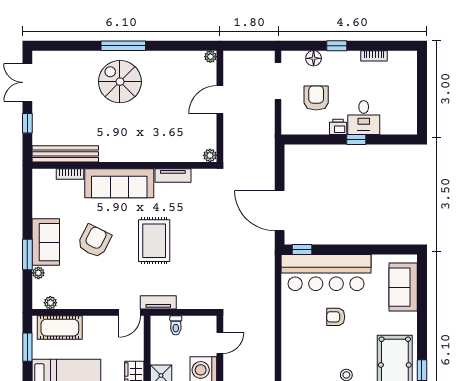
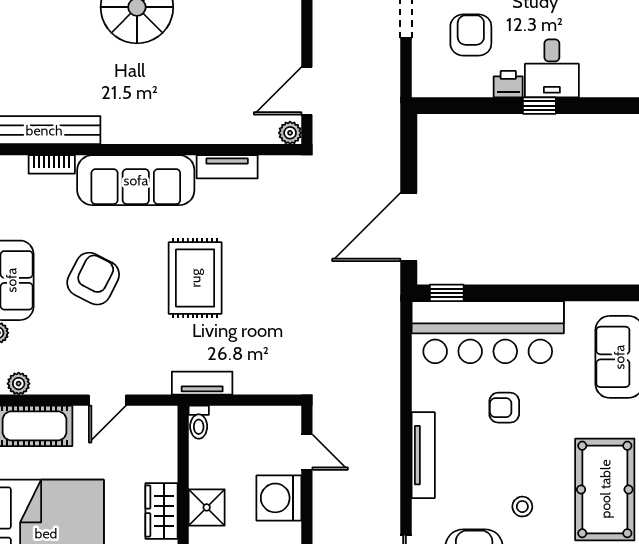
door: (220, 100) -> (307, 91), moved
door: (280, 211) -> (409, 227), hinge flipped
door: (130, 312) -> (107, 400), moved
toilet: (176, 325) -> (199, 422), moved
door: (220, 343) -> (307, 452), hinge flipped
tv unit: (288, 345) -> (423, 455), added

